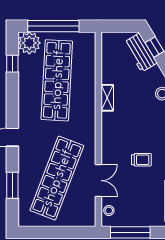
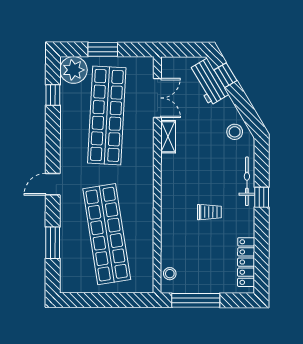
window: (53, 26) -> (103, 49), width x0.47
shop shelf: (57, 178) -> (107, 234), turned -30
double door: (98, 181) -> (157, 98), moved

